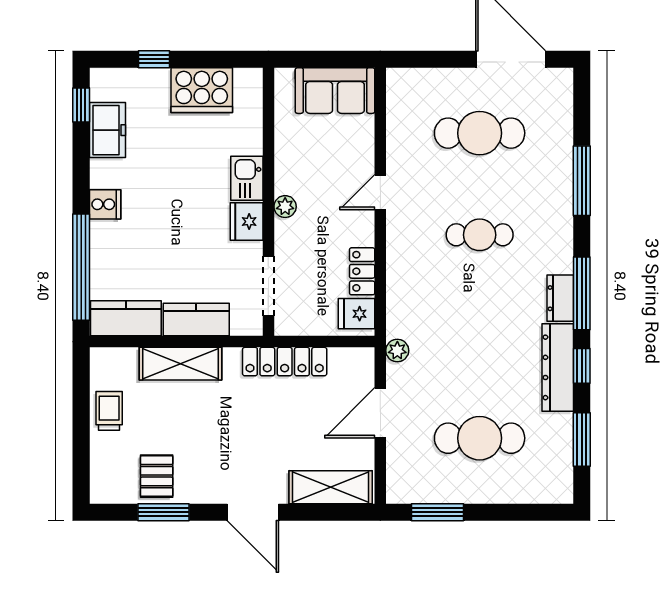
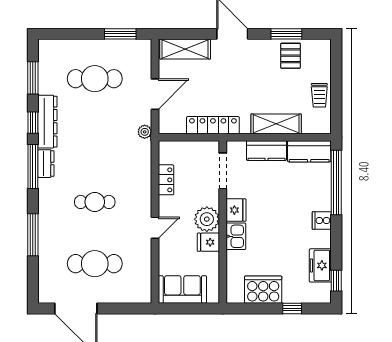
plant: (285, 207) -> (207, 219), width x1.88, depth x1.88
fridge: (357, 314) -> (208, 242), moved, turned 180

